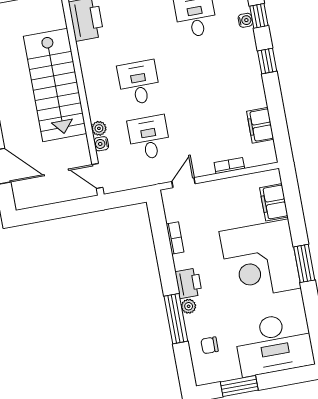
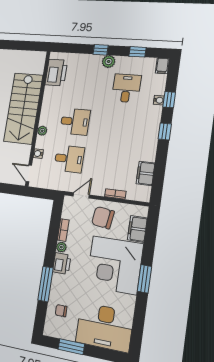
desk: (139, 83) -> (75, 122), turned 90
plant: (99, 128) -> (42, 131), moved
desk: (149, 138) -> (69, 159), turned 90
chair: (223, 203) -> (103, 218), added
plant: (189, 306) -> (61, 247), moved

